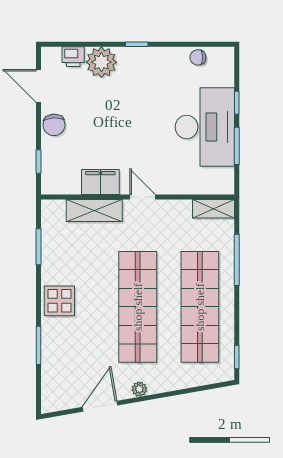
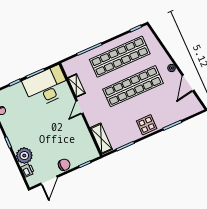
desk: (205, 127) -> (46, 87), moved
filing cabinet: (100, 182) -> (81, 131), removed
shelving: (213, 209) -> (76, 85), moved
shelving: (94, 210) -> (101, 139), moved
door: (100, 406) -> (188, 83), hinge flipped

